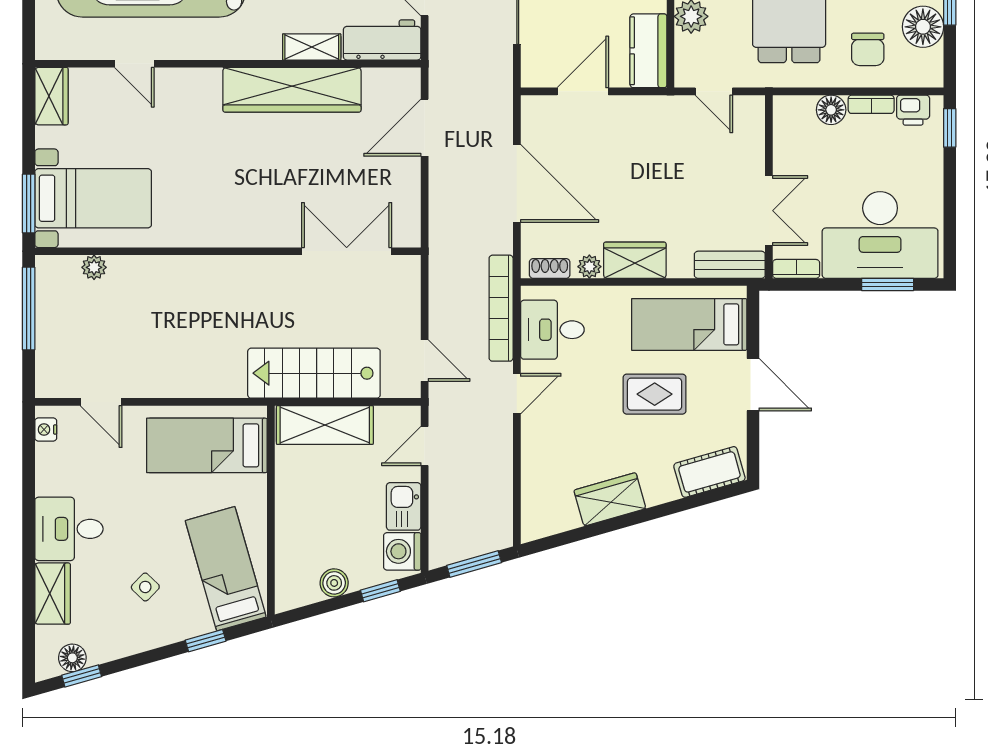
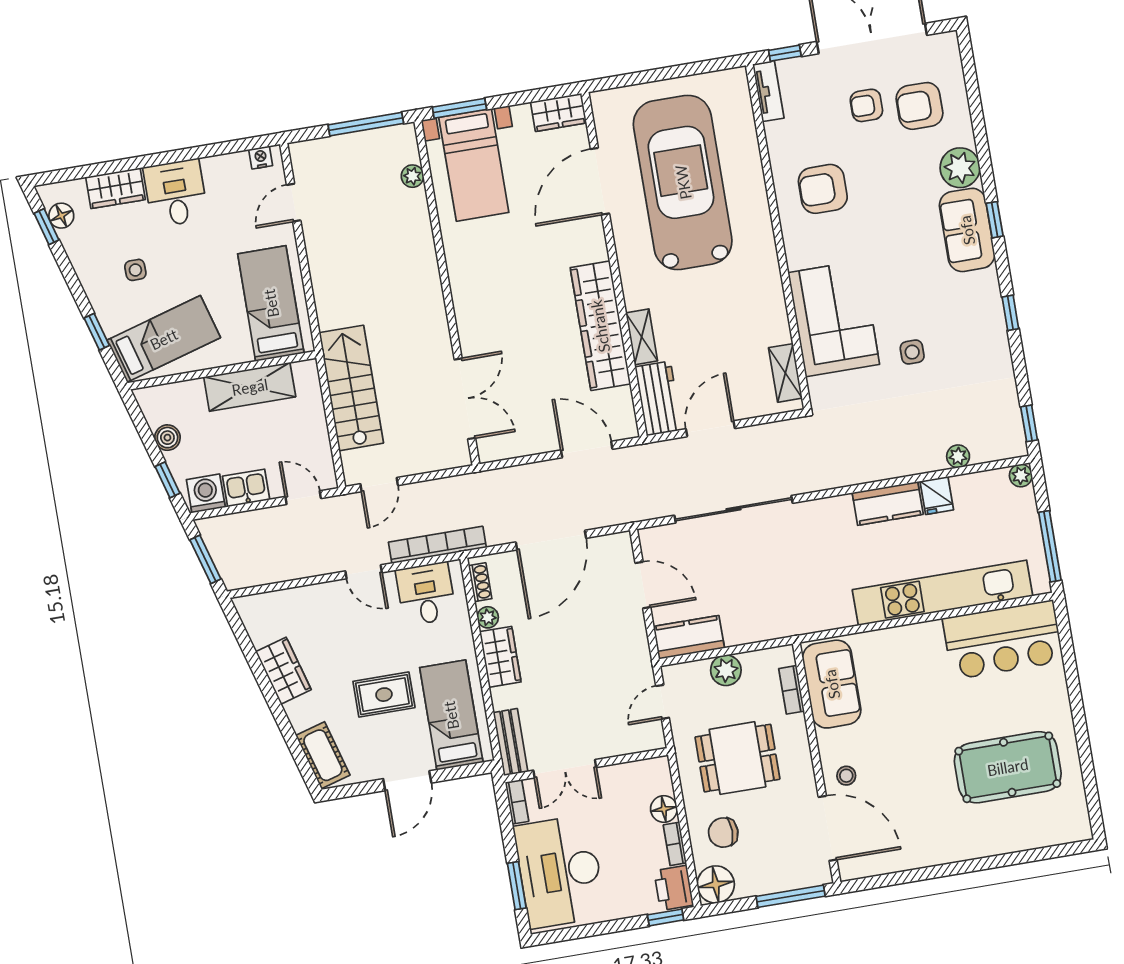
floor lamp: (923, 27) -> (716, 884), moved
door: (134, 64) -> (600, 181), width x1.87
printer: (913, 110) -> (674, 888), width x1.36, depth x1.24
rug: (655, 394) -> (384, 695), turned 90
shelving: (325, 425) -> (250, 387), moved, turned 90
side table: (145, 587) -> (135, 270), turned 45

